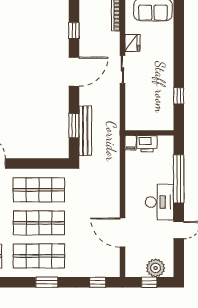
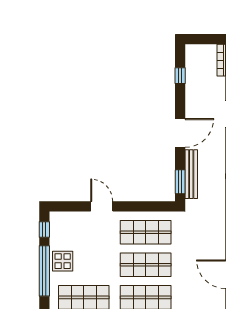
door: (74, 72) -> (180, 133), moved
window: (74, 126) -> (180, 182), moved

